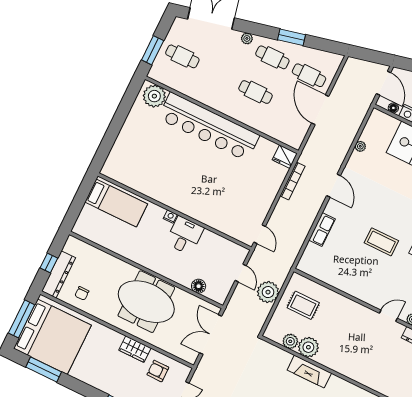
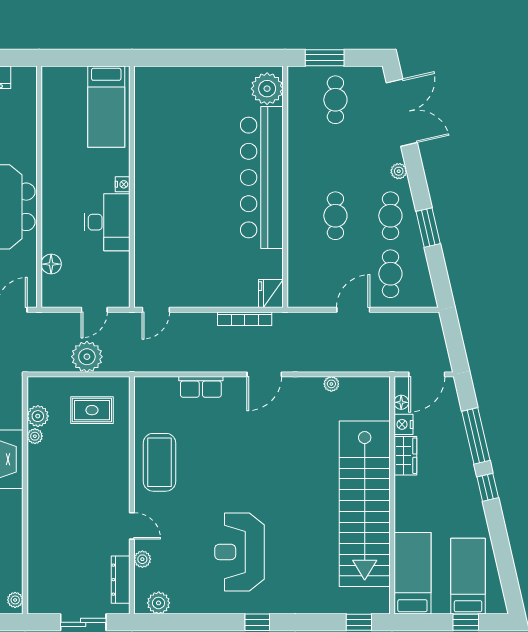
door: (320, 110) -> (353, 310), width x0.73
desk: (185, 235) -> (107, 222), width x1.37
coffee table: (381, 242) -> (160, 462), moved, width x1.36, depth x1.32
rug: (303, 305) -> (92, 410), turned 90
plant: (308, 347) -> (35, 436), width x0.53, depth x0.53

